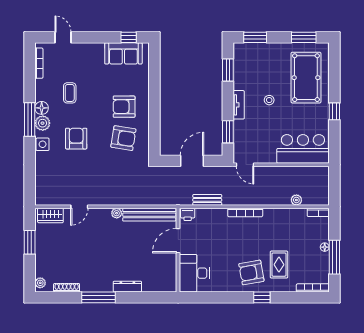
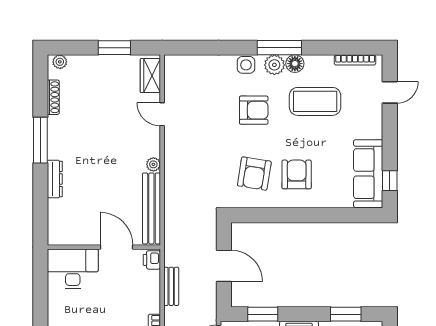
sofa: (123, 53) -> (368, 174), width x1.36
coffee table: (70, 93) -> (315, 101), width x1.86, depth x1.72

